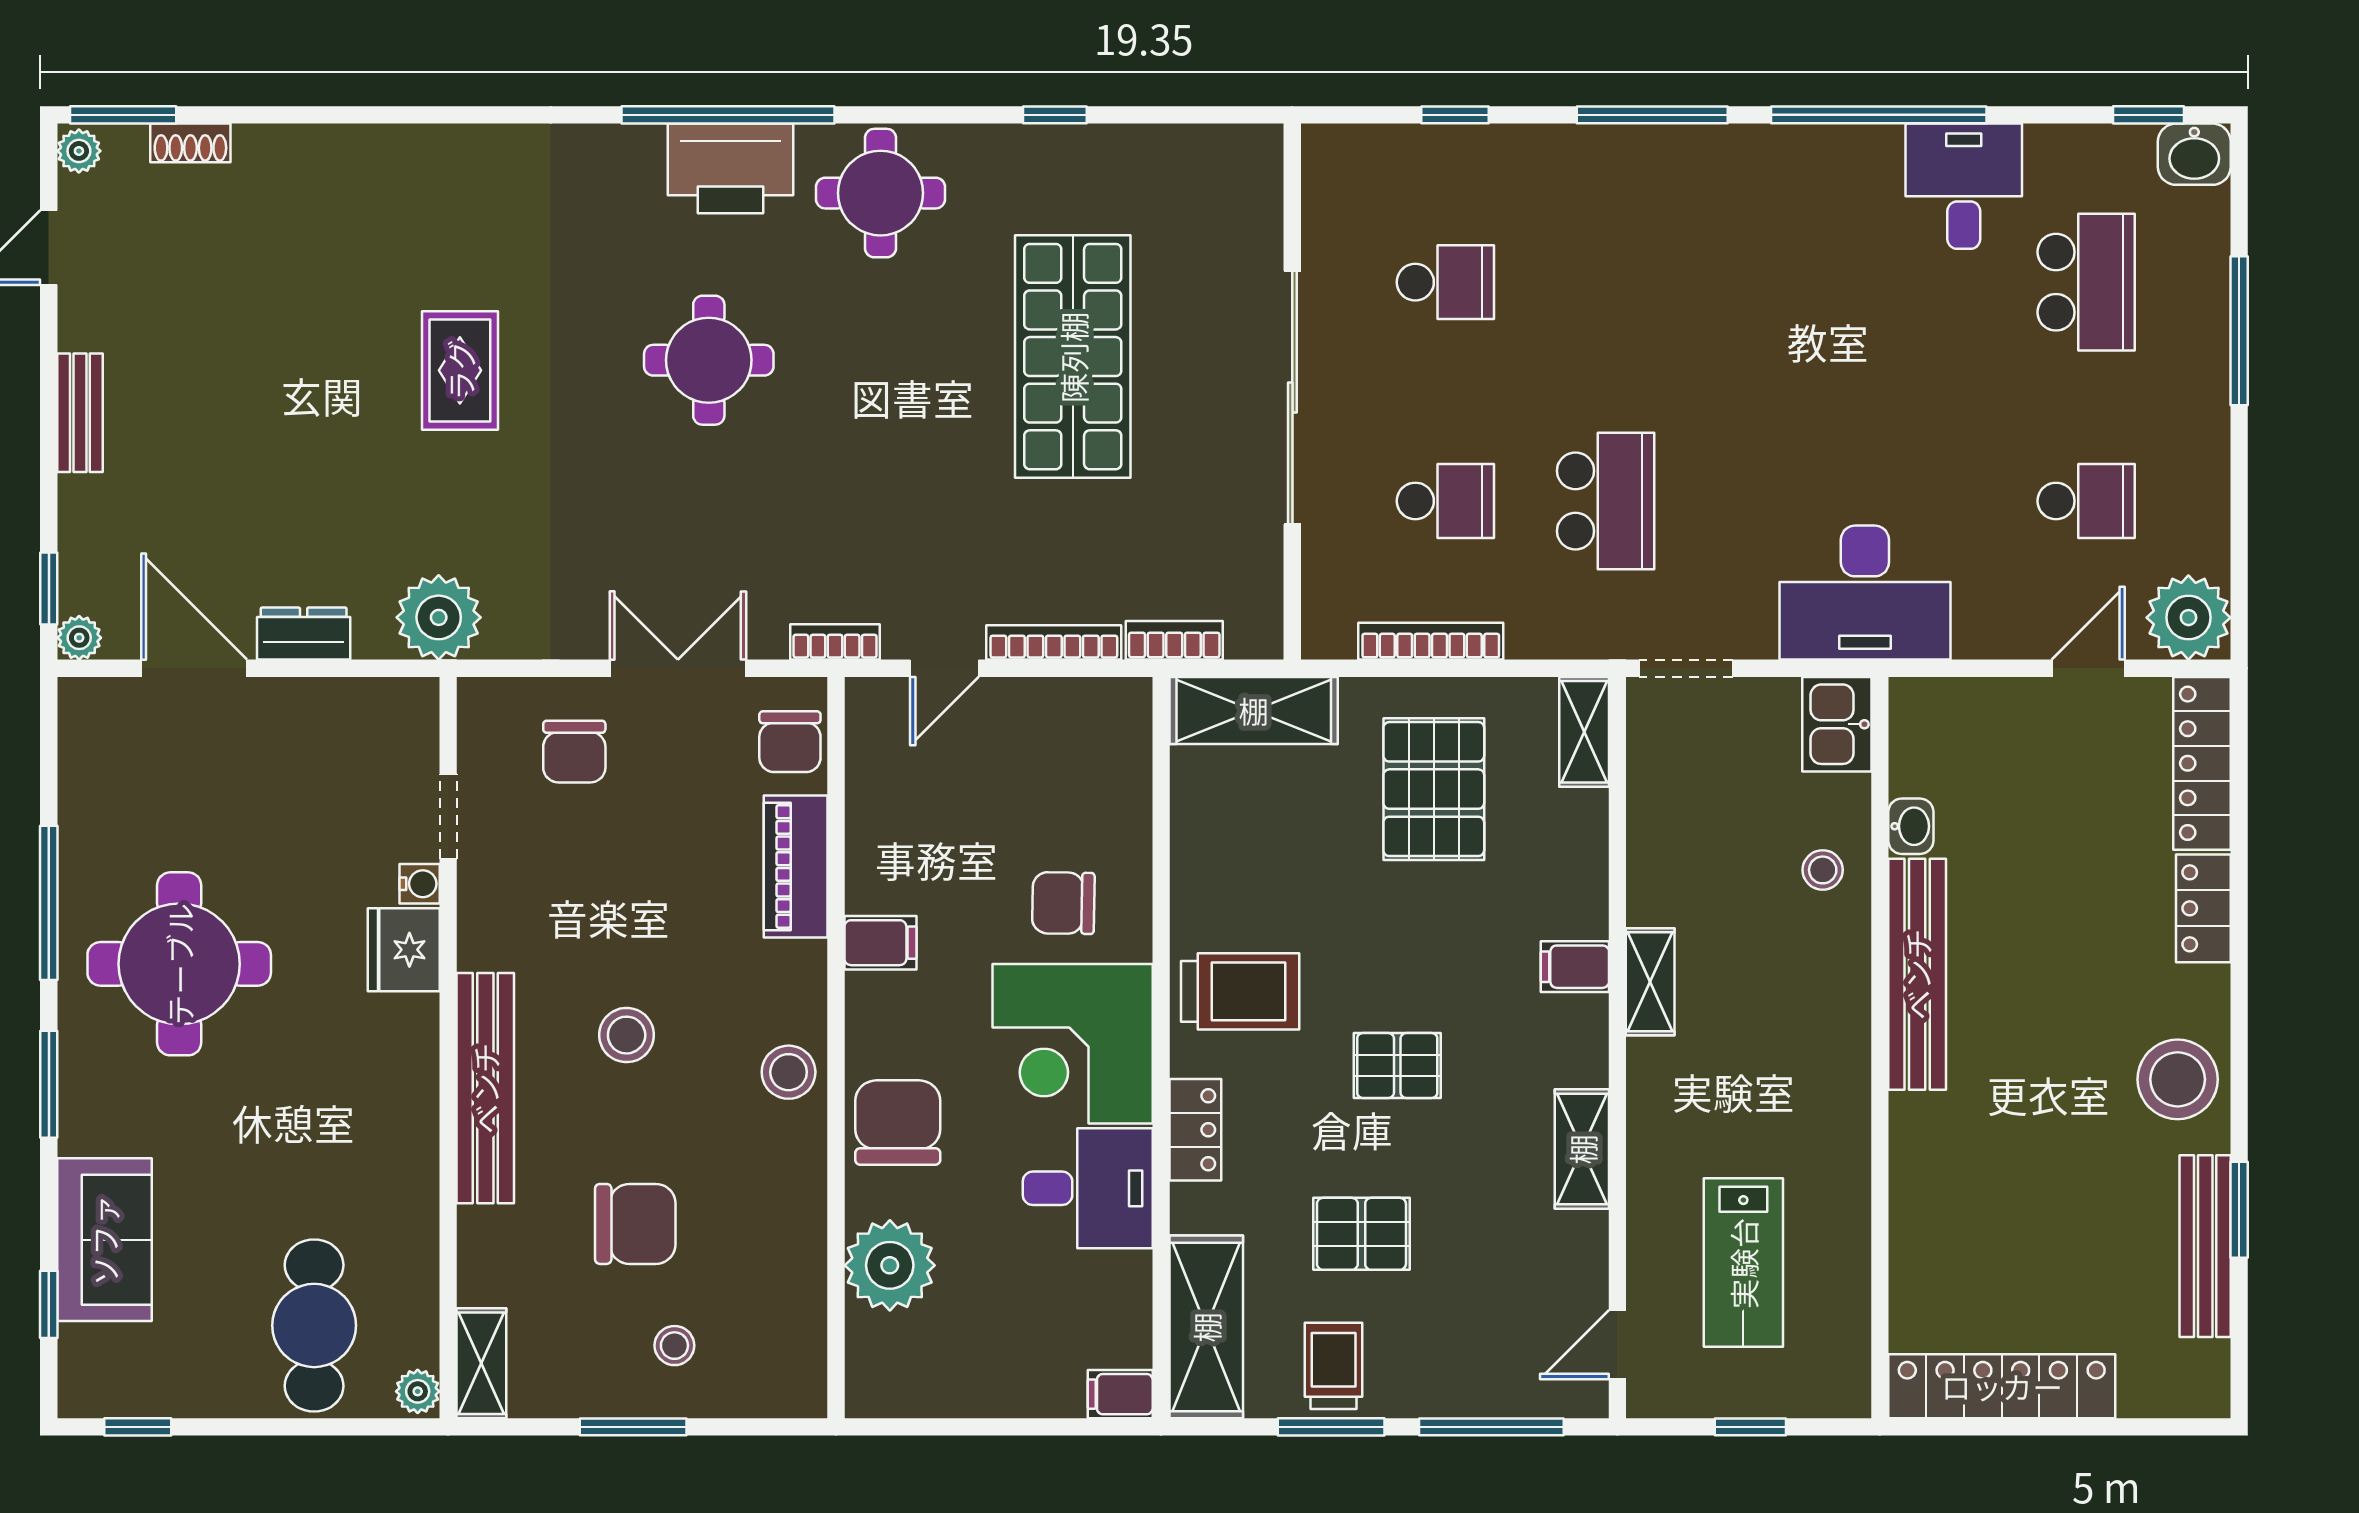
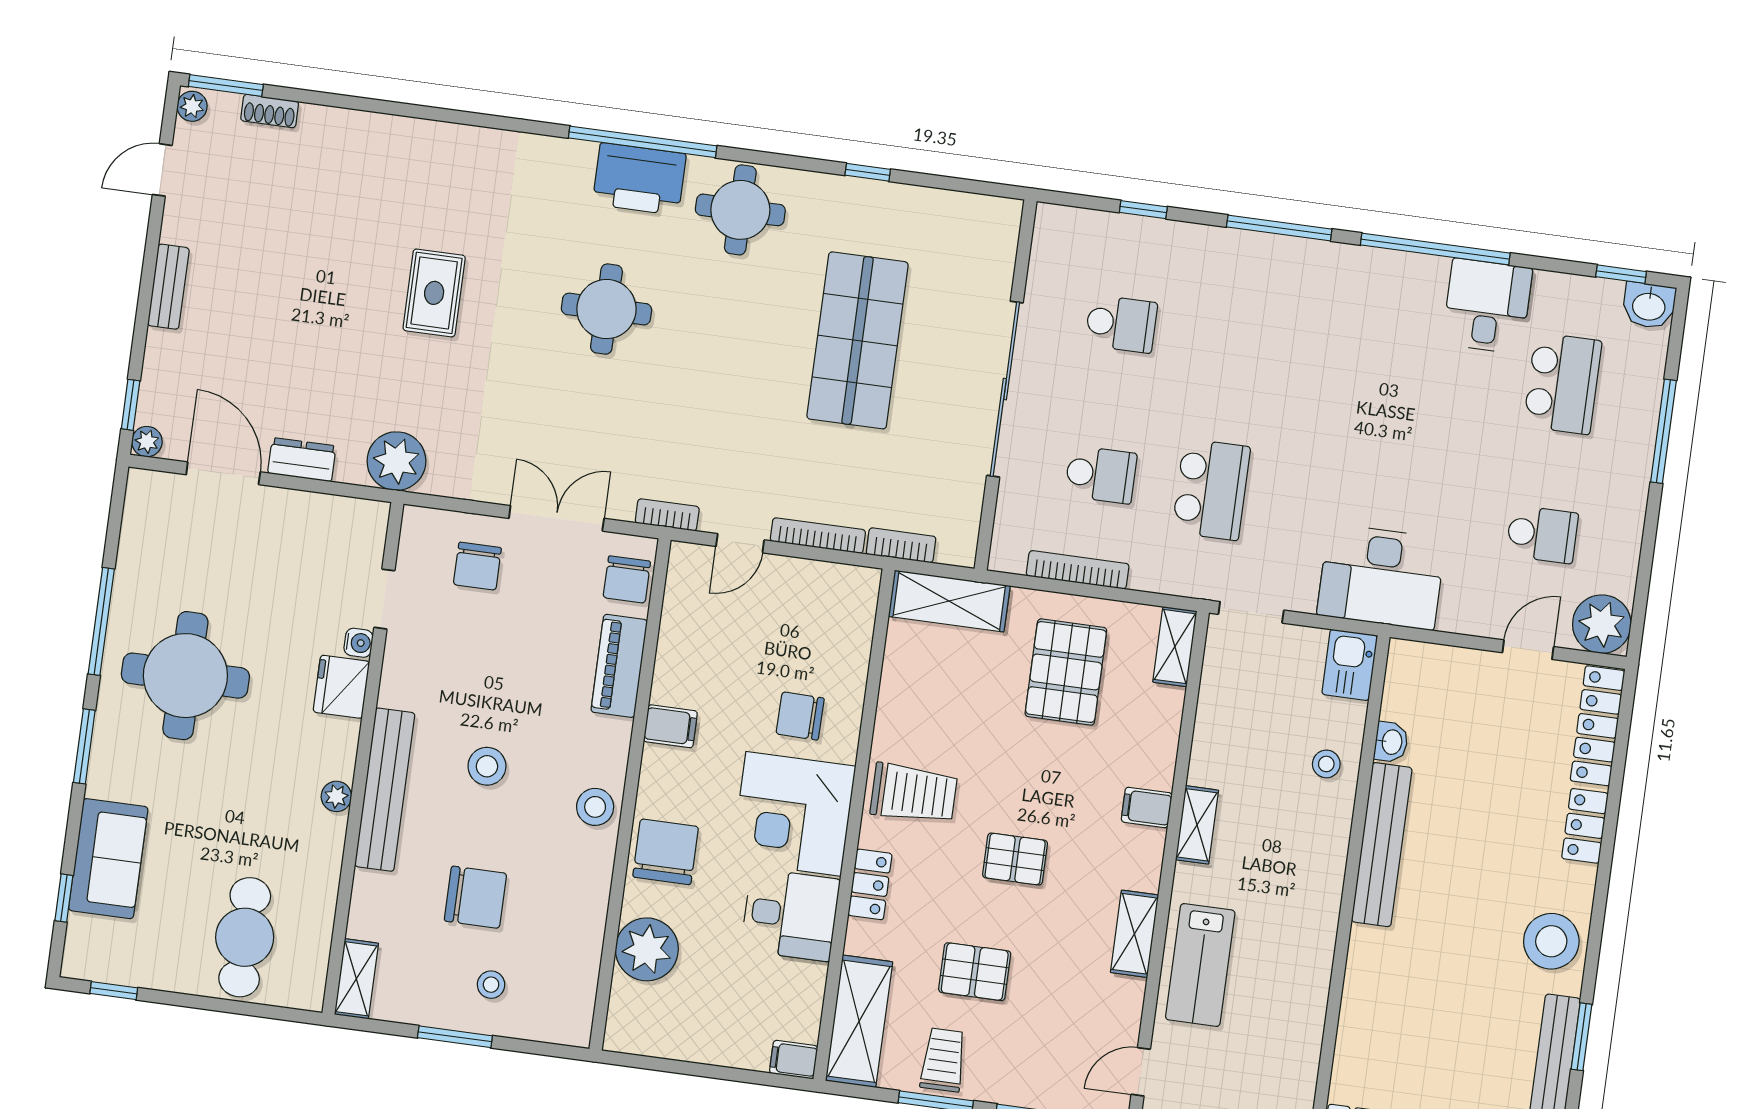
lab bench: (1743, 1263) -> (1200, 965), moved
plant: (418, 1391) -> (336, 796), moved

